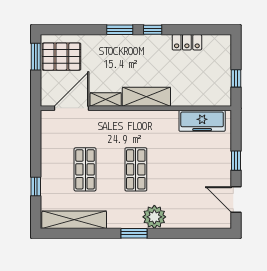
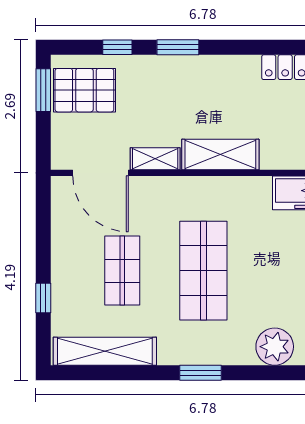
window: (153, 30) -> (117, 47), moved
door: (71, 108) -> (100, 173), swing flipped
shop shelf: (136, 169) -> (203, 271), width x1.43, depth x1.36
plant: (154, 217) -> (275, 347), moved

